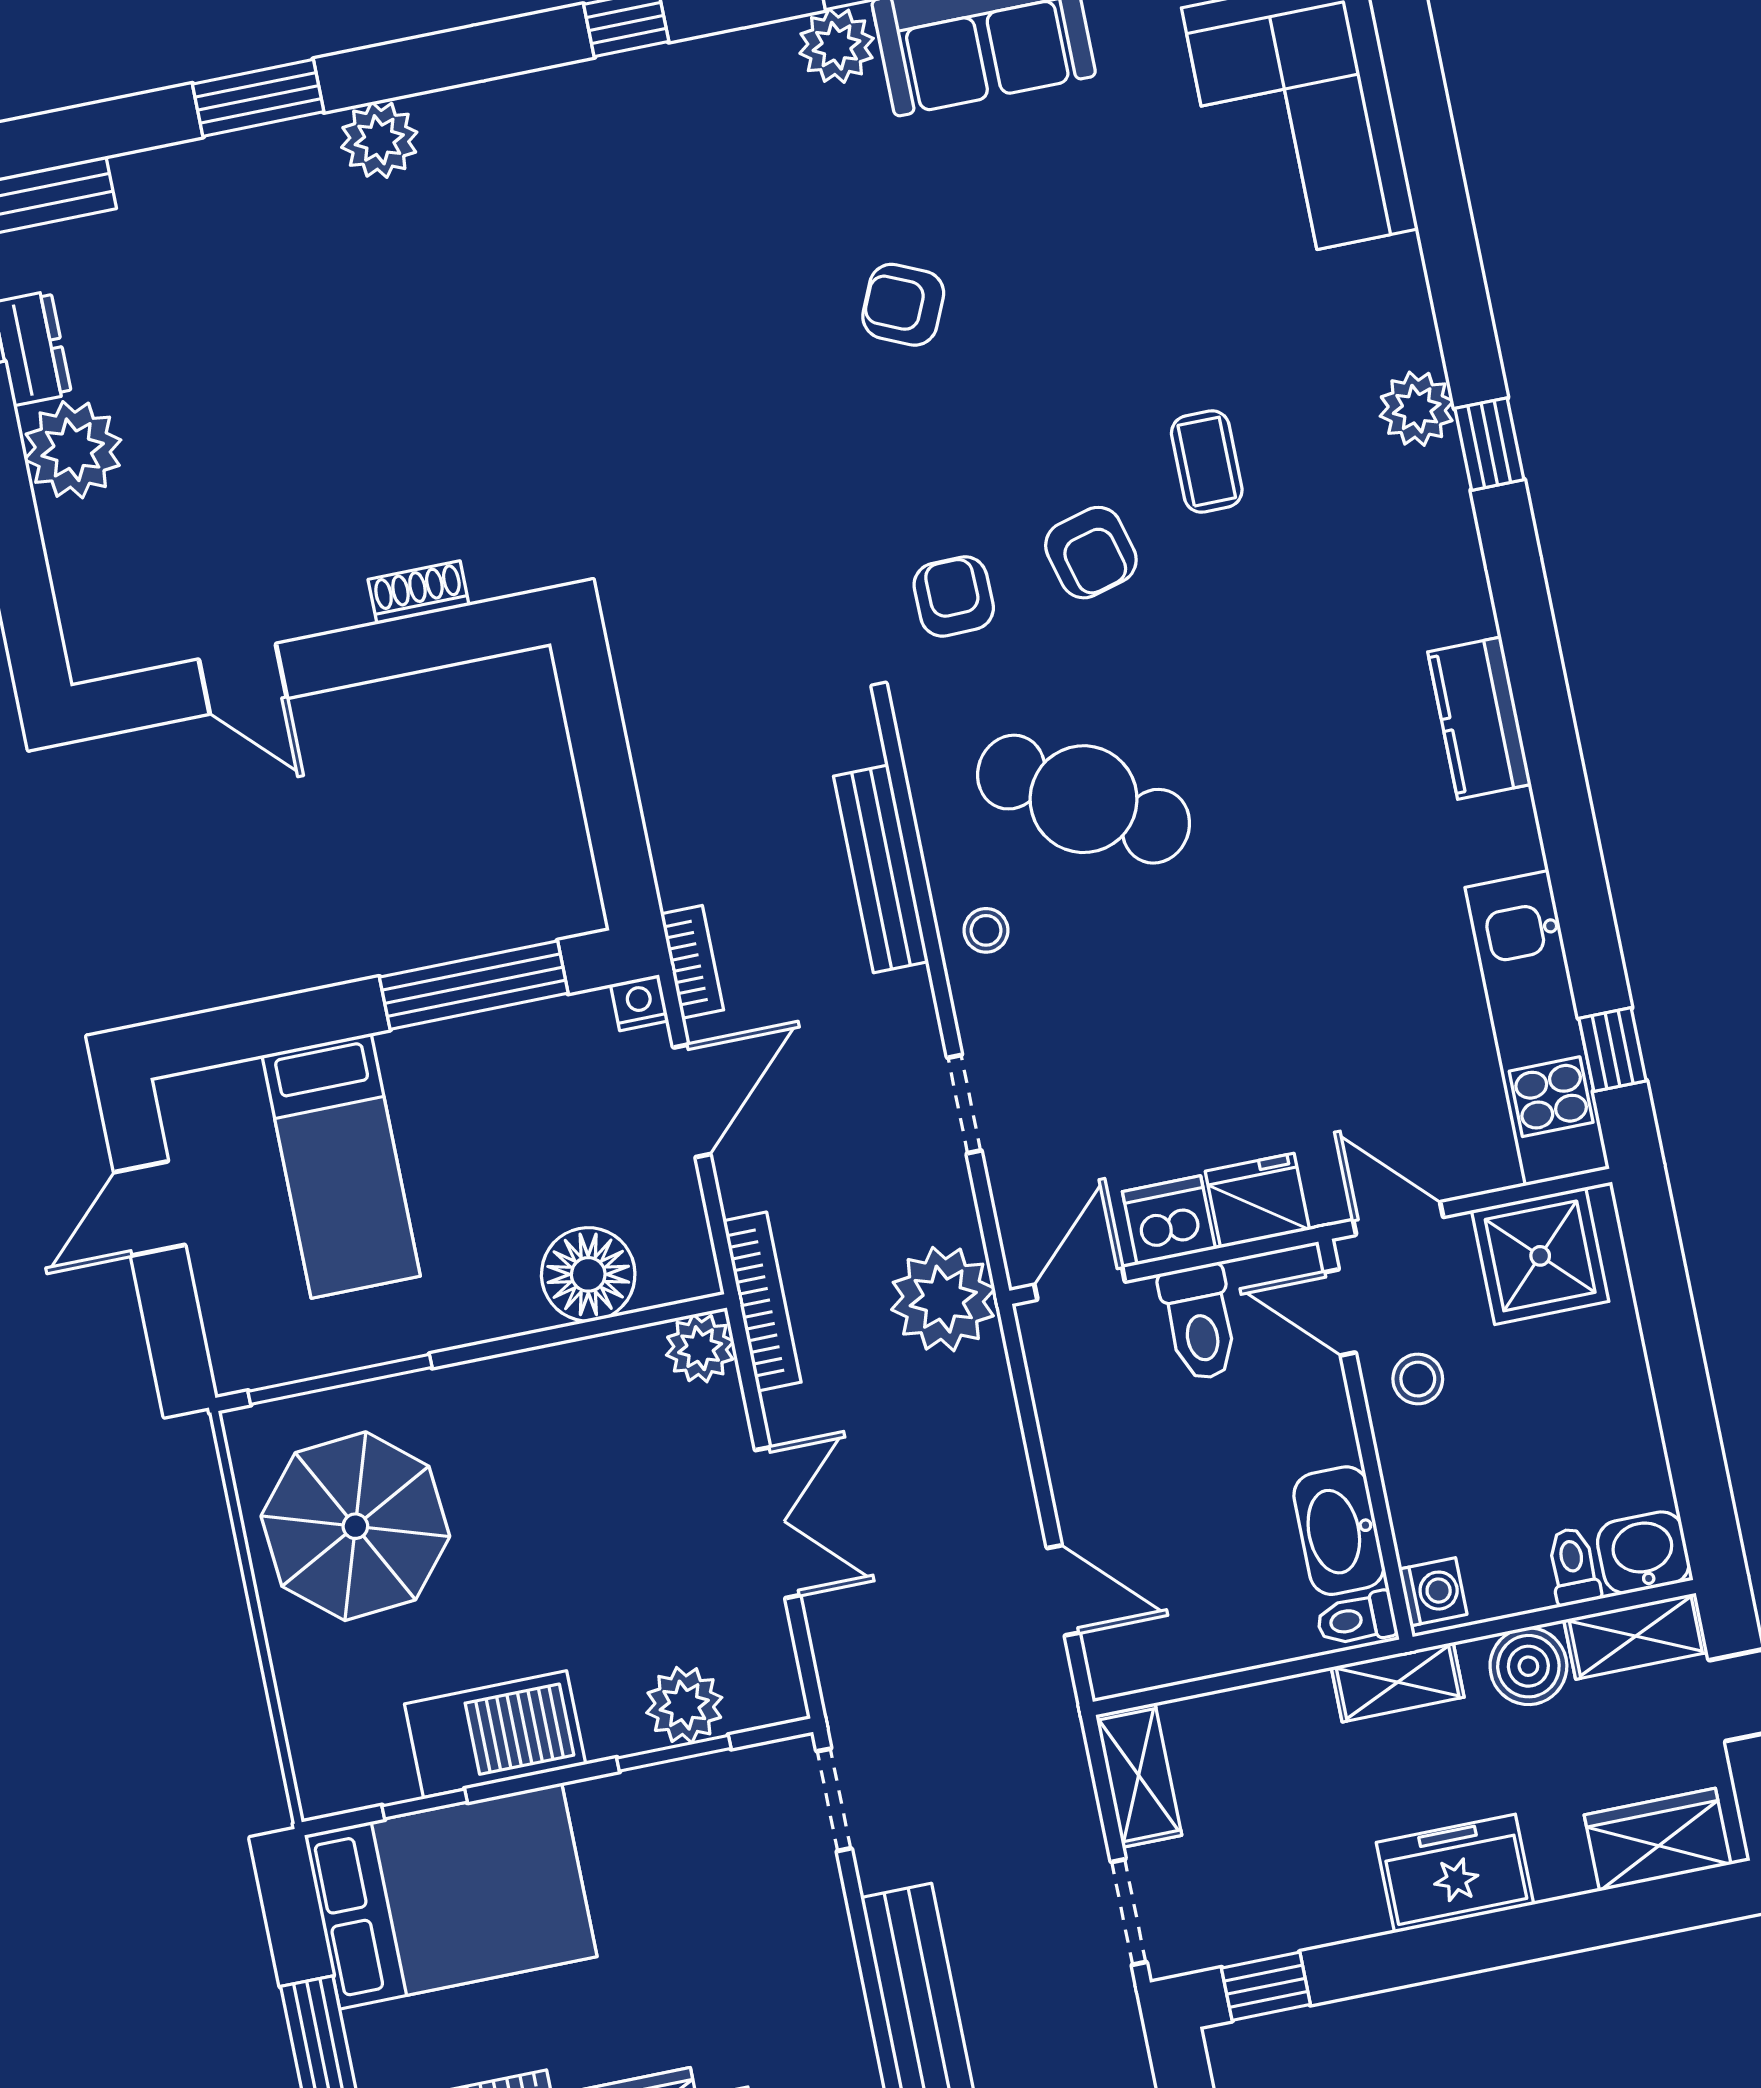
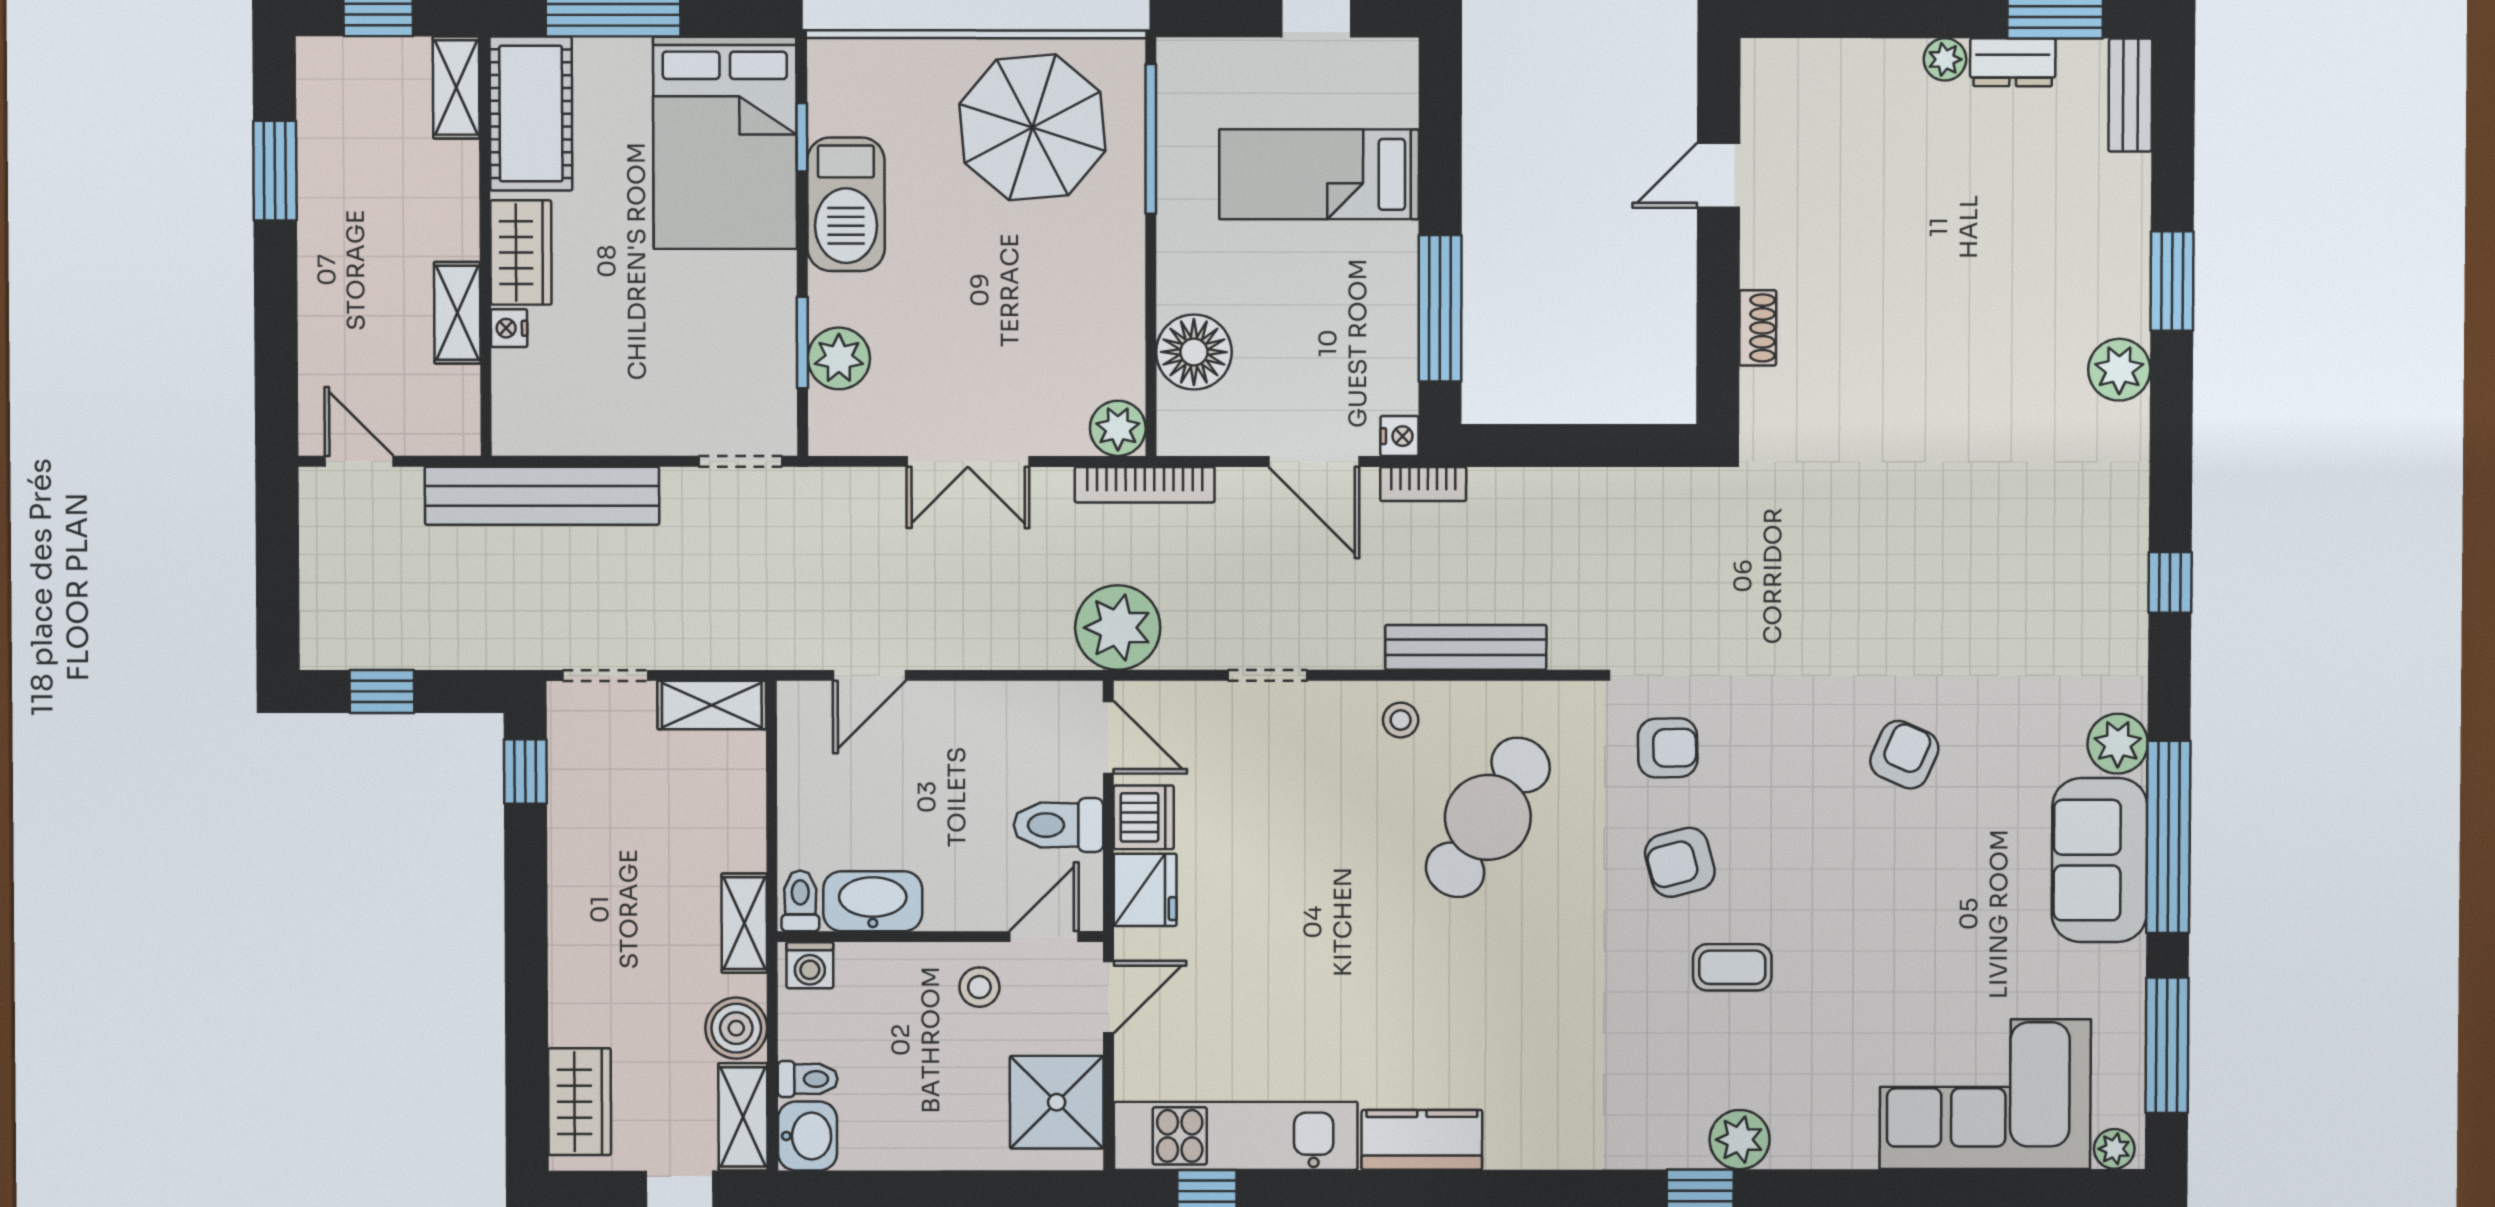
plant: (73, 450) -> (1945, 59), width x0.53, depth x0.53
kitchen counter: (1479, 718) -> (1422, 1140), moved
freezer: (1455, 1873) -> (585, 938), removed

